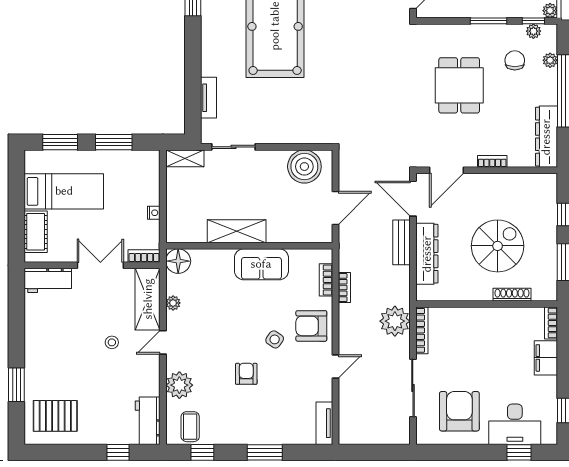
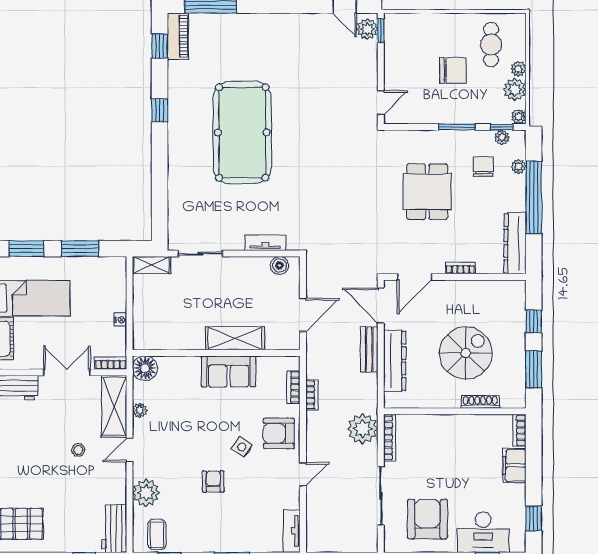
tv unit: (208, 98) -> (265, 243), moved, turned -90
boiler: (304, 167) -> (279, 265), width x0.54, depth x0.54
shelving: (237, 231) -> (235, 338), moved

